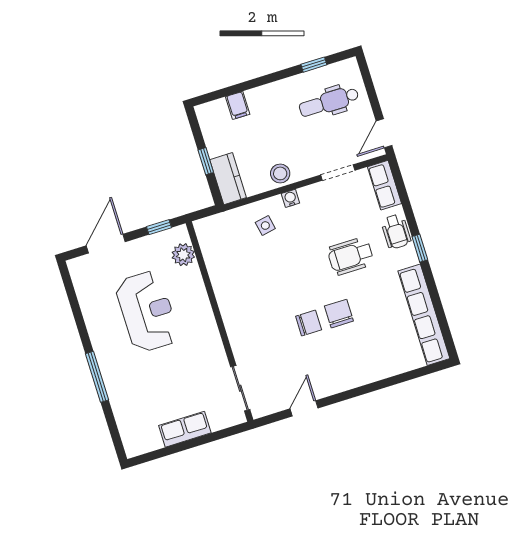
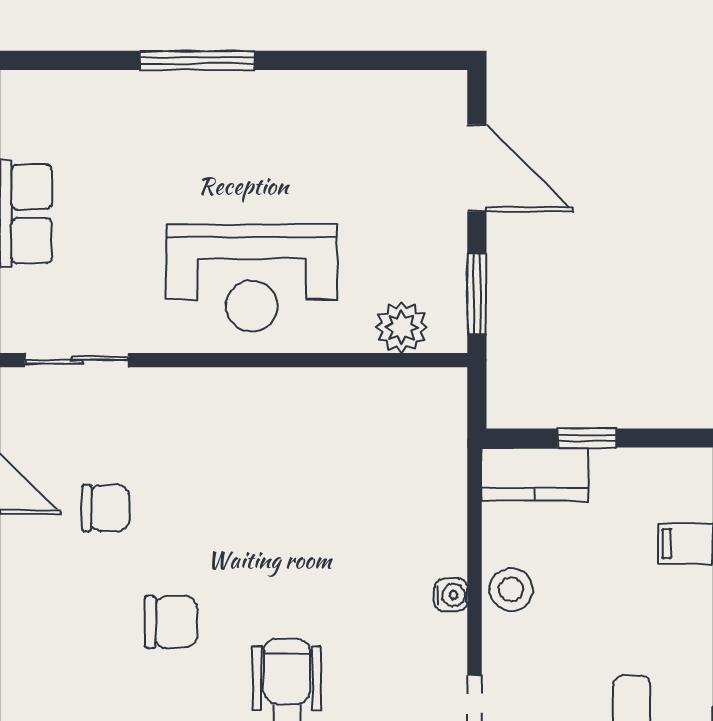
side table: (265, 226) -> (409, 523), removed
window: (159, 227) -> (477, 294), width x1.50
reception desk: (147, 311) -> (252, 278), moved
chair: (309, 323) -> (105, 508), moved, turned -90

